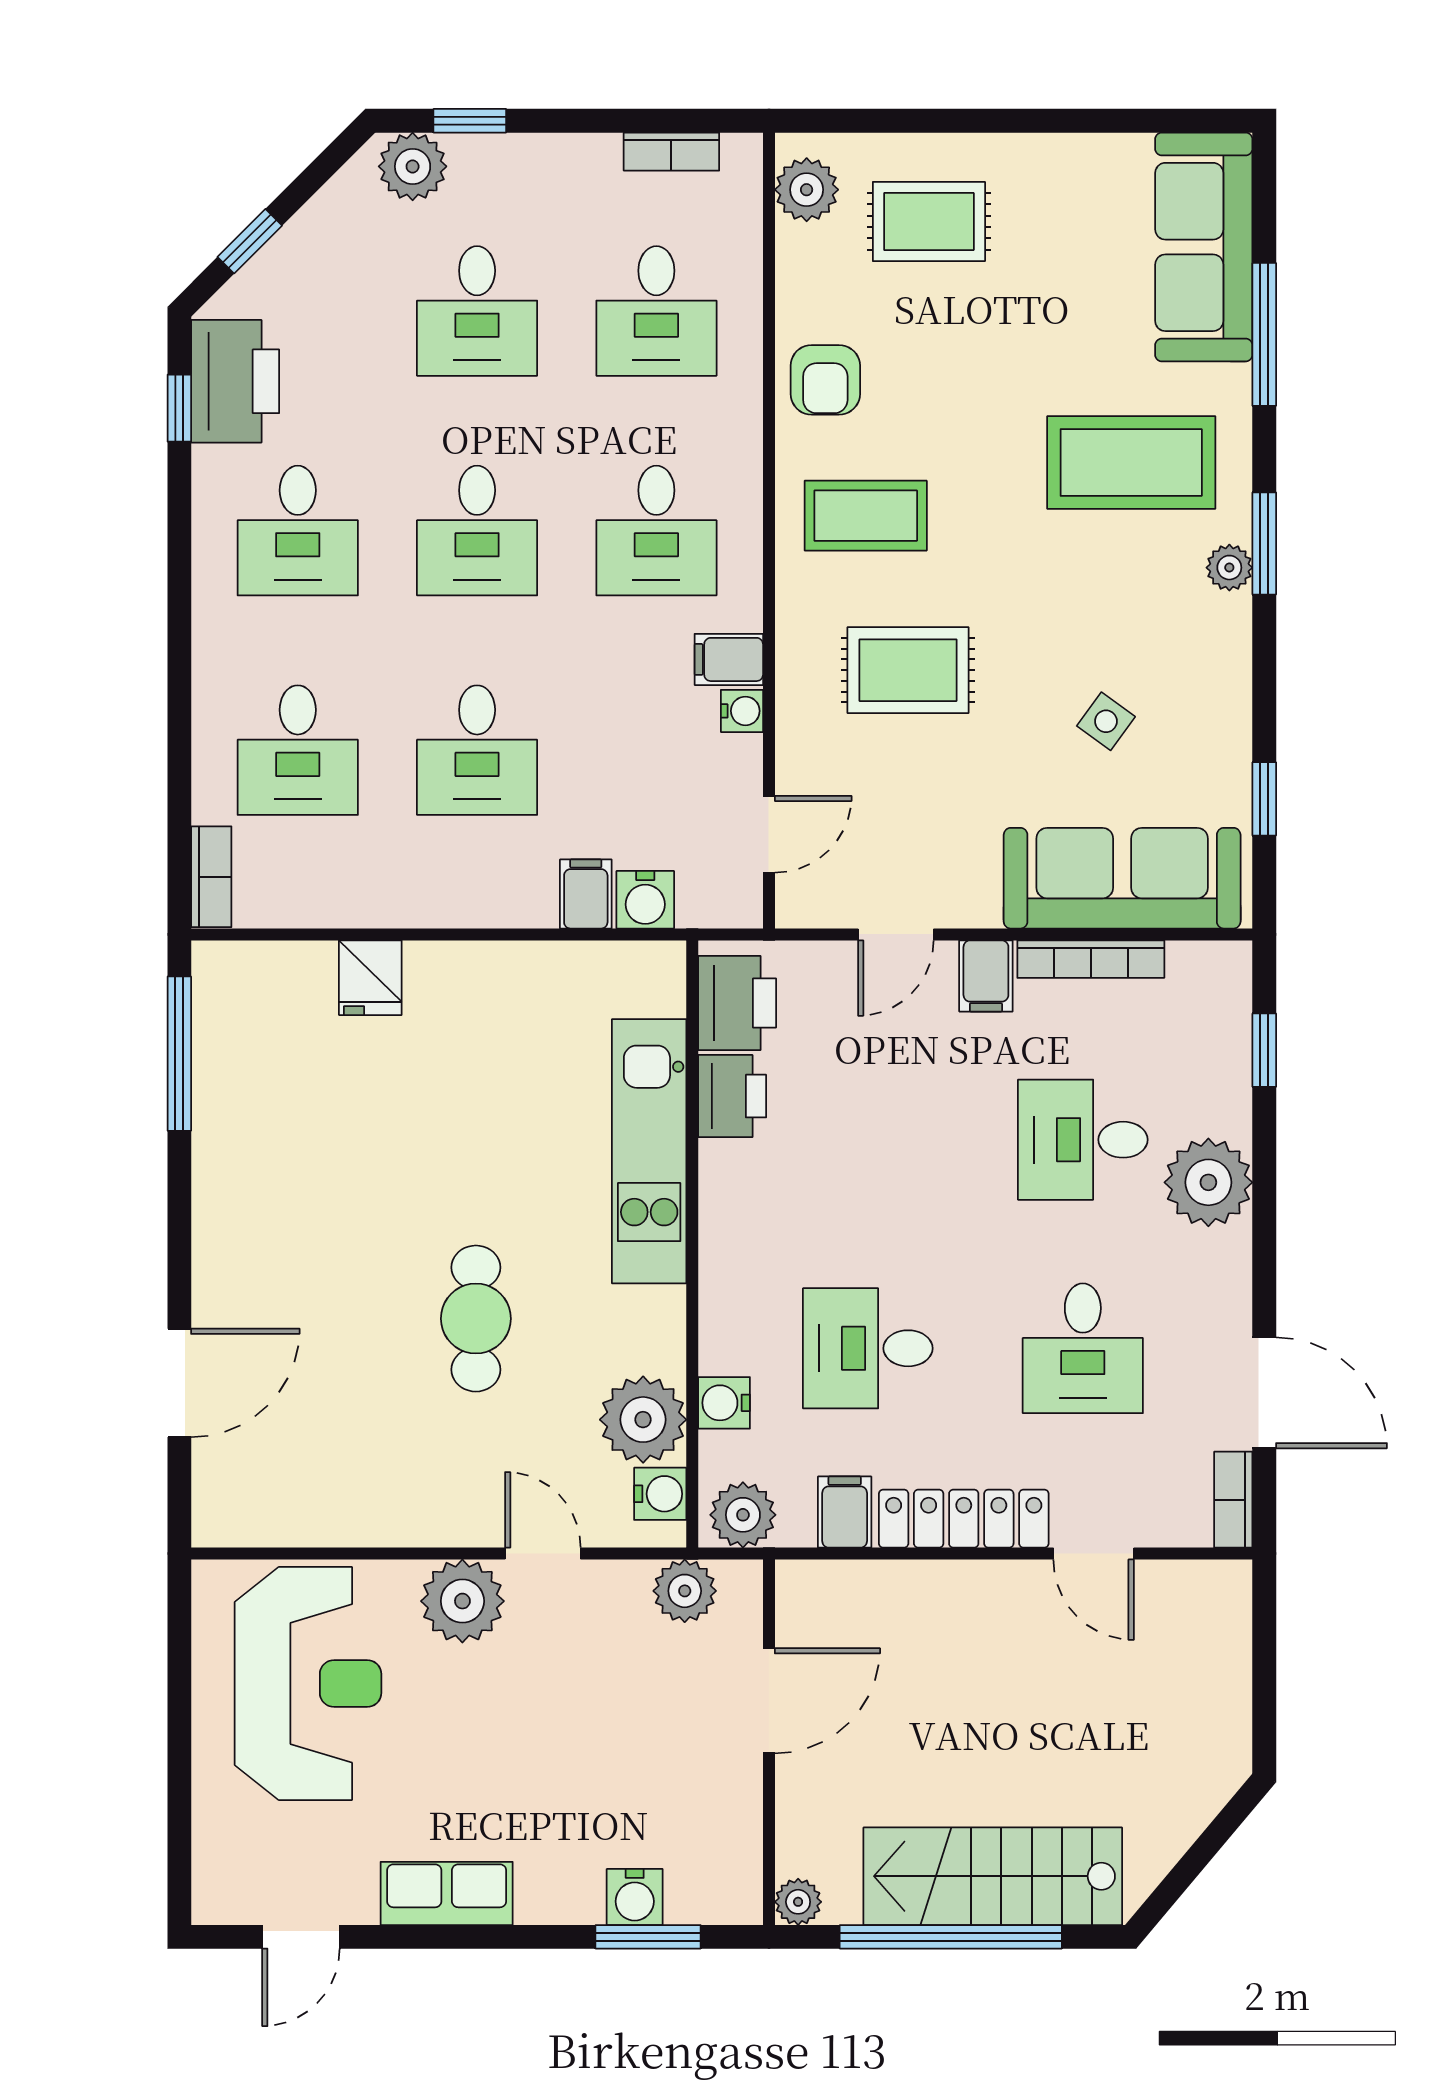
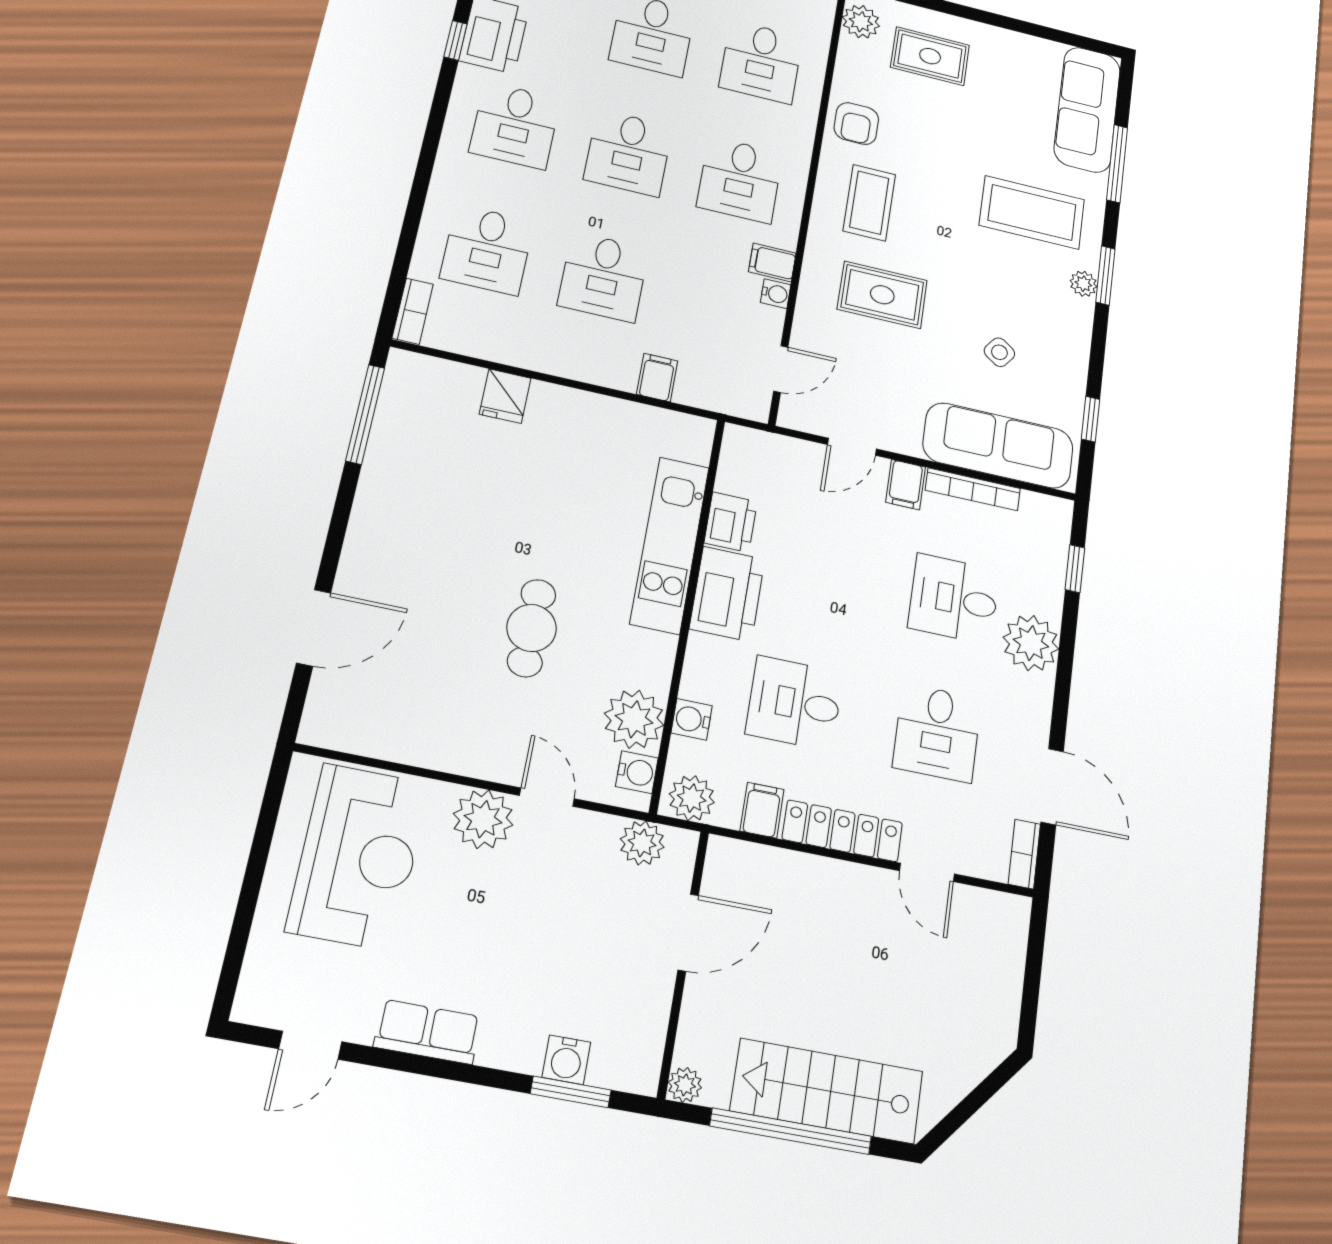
coffee table: (866, 516) -> (869, 203), turned 90
water cooler: (645, 900) -> (695, 390), removed
printer: (737, 1003) -> (727, 594), moved, width x1.37, depth x1.19

